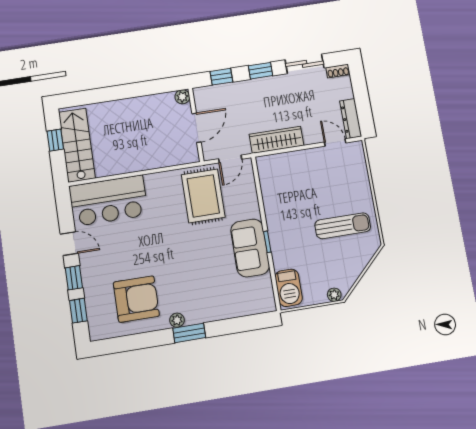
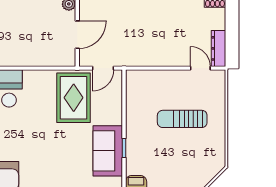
wardrobe: (277, 140) -> (148, 57), removed
sun lounger: (343, 226) -> (182, 119), moved, turned 180

